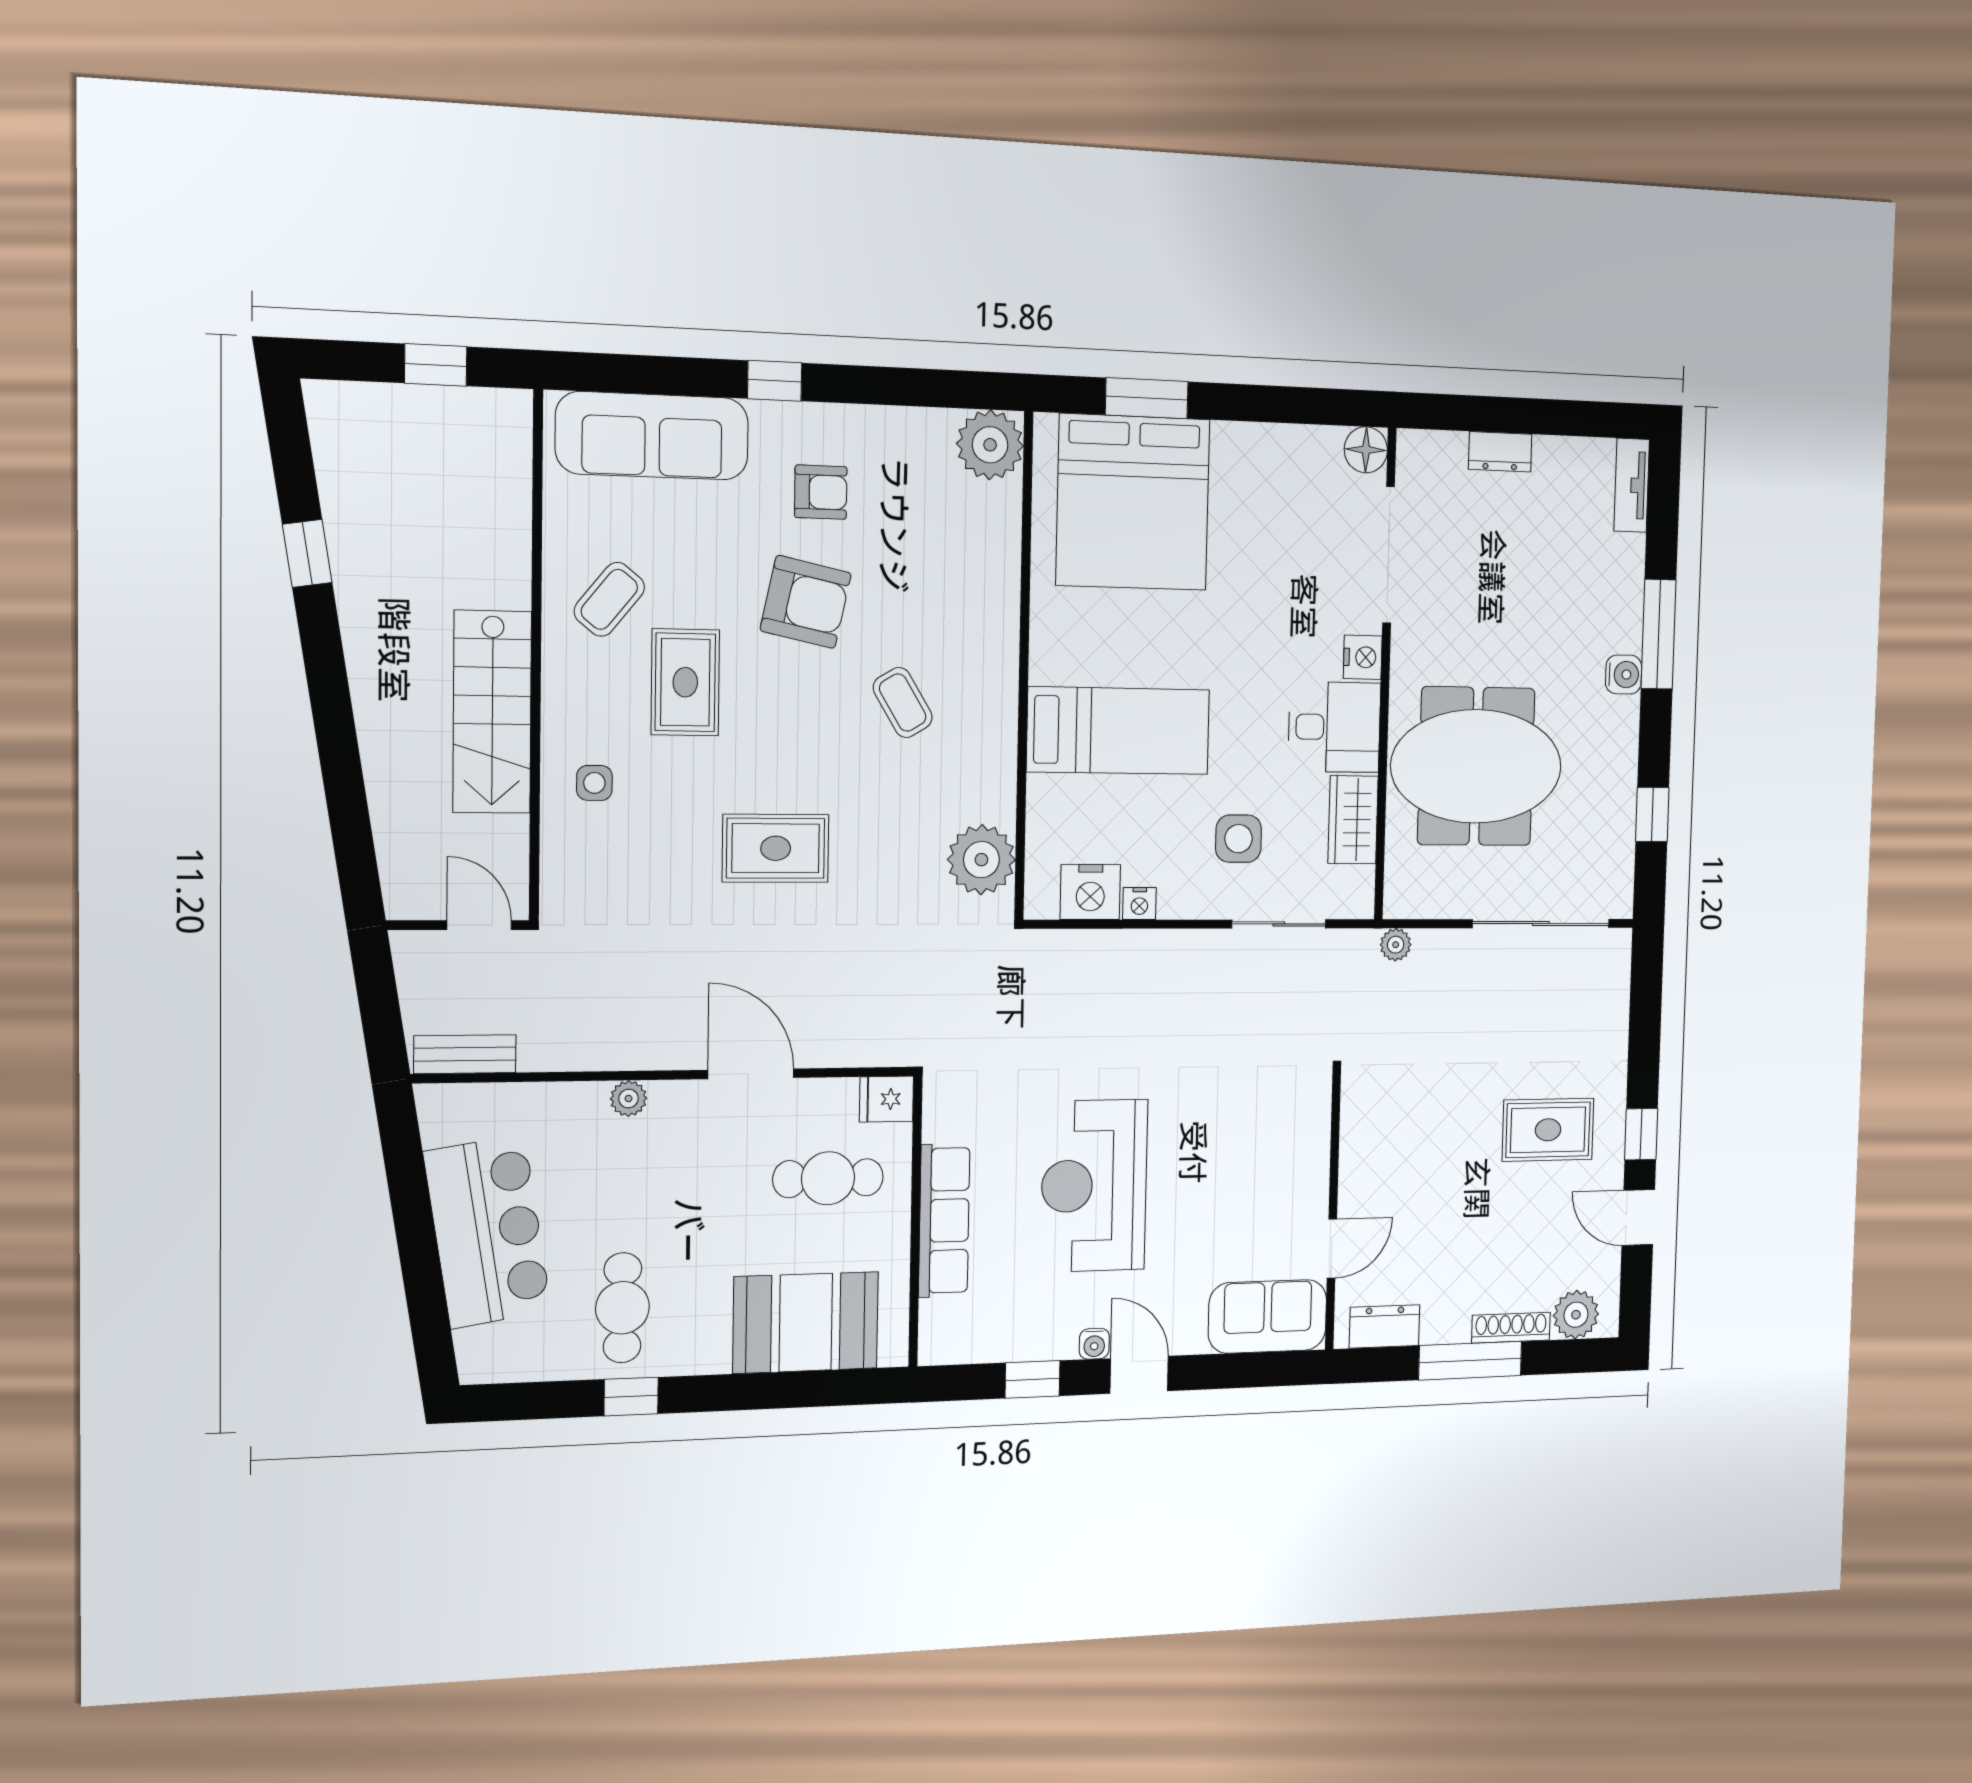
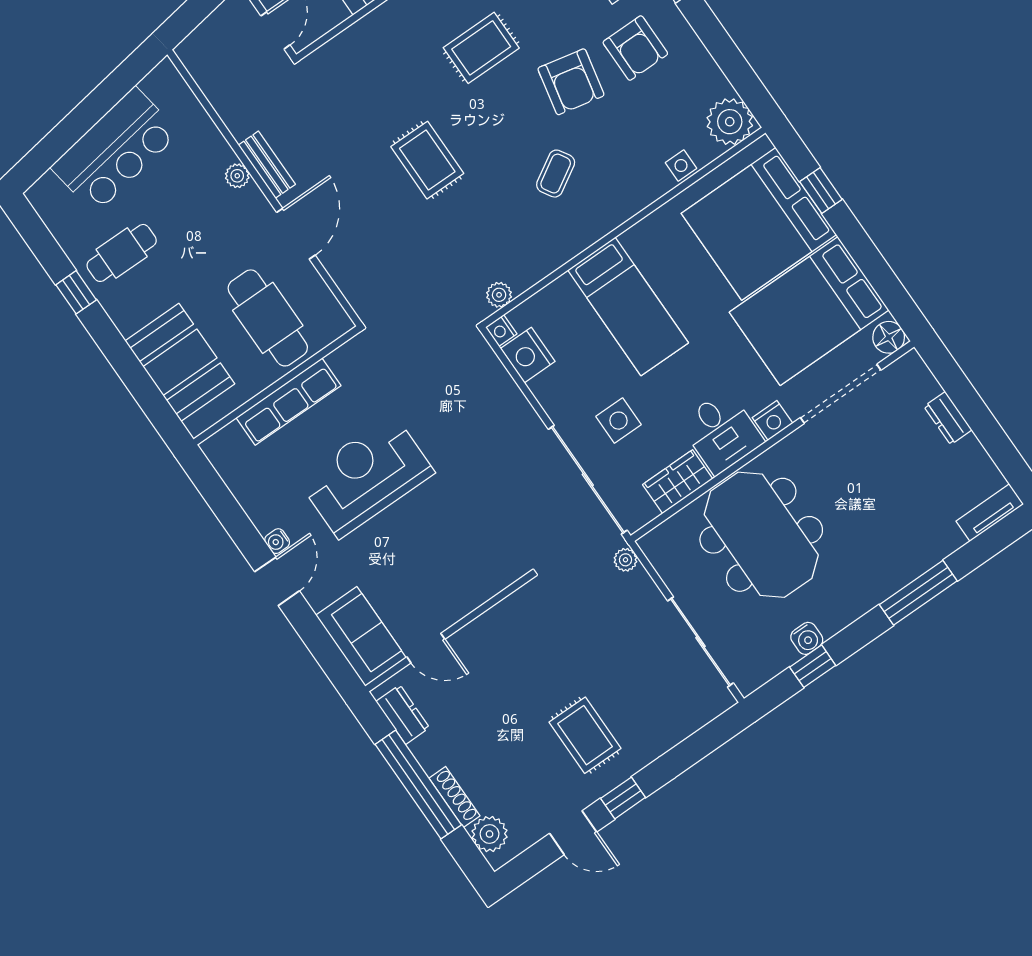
window: (1147, 398) -> (821, 191), width x0.67
armchair: (821, 492) -> (635, 48), width x1.38, depth x1.38
bed: (1273, 520) -> (809, 311), added
water cooler: (1624, 675) -> (807, 638), moved
side table: (594, 783) -> (681, 166), moved
plant: (981, 860) -> (499, 295), width x0.53, depth x0.53
nightstand: (1139, 903) -> (501, 330), moved
sliding door: (1279, 924) -> (588, 480), width x1.86
bench: (465, 1054) -> (267, 165), moved
fridge: (886, 1099) -> (333, 320), removed
cafe table: (828, 1178) -> (268, 318), width x1.37, depth x1.35
door: (1638, 1218) -> (573, 833), swing flipped
window: (1470, 1361) -> (418, 785), width x1.46
window: (1032, 1379) -> (233, 518), removed

